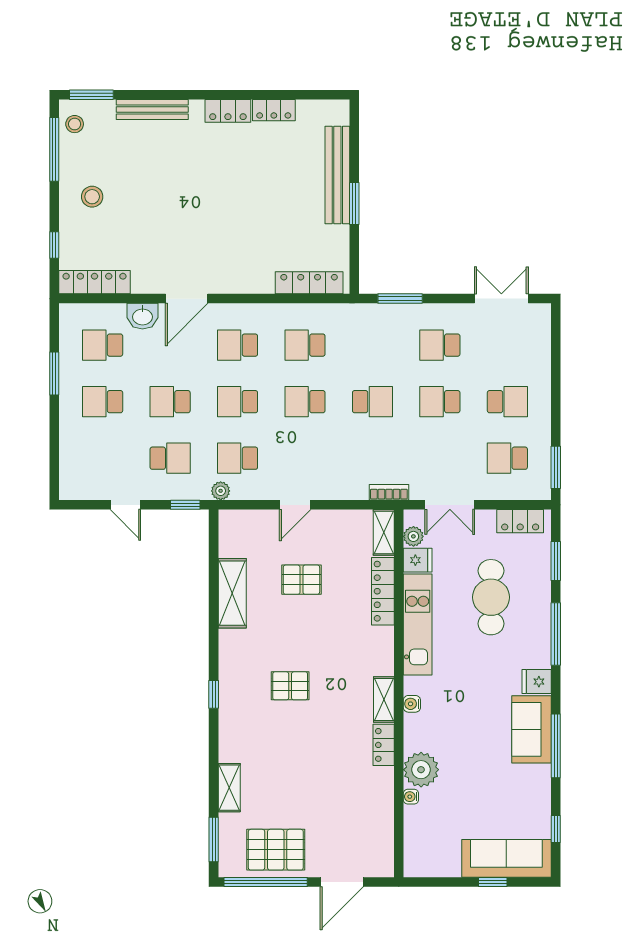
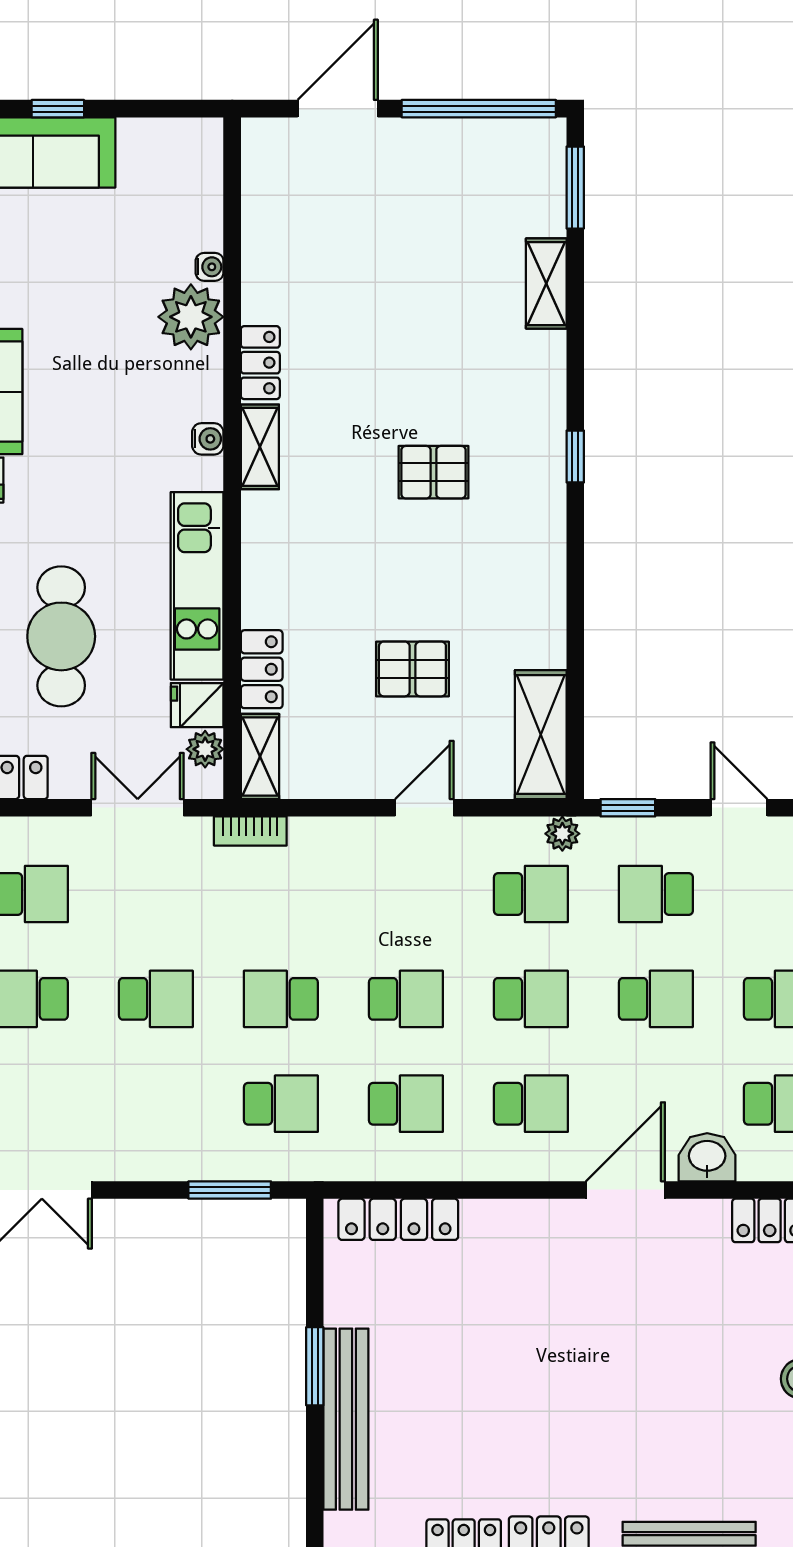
school desk: (440, 345) -> (281, 1104), moved
locker: (383, 591) -> (262, 669), width x0.66
shelving: (232, 593) -> (541, 735), moved
pallet: (276, 850) -> (460, 168), removed

